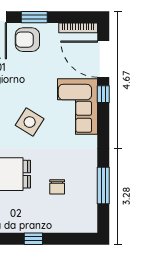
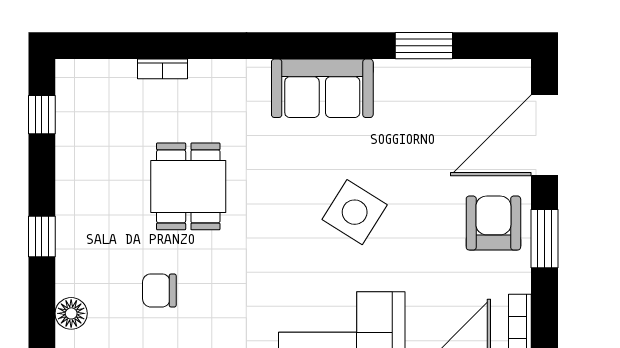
side table: (30, 122) -> (355, 212), moved
floor lamp: (67, 226) -> (71, 313), added

